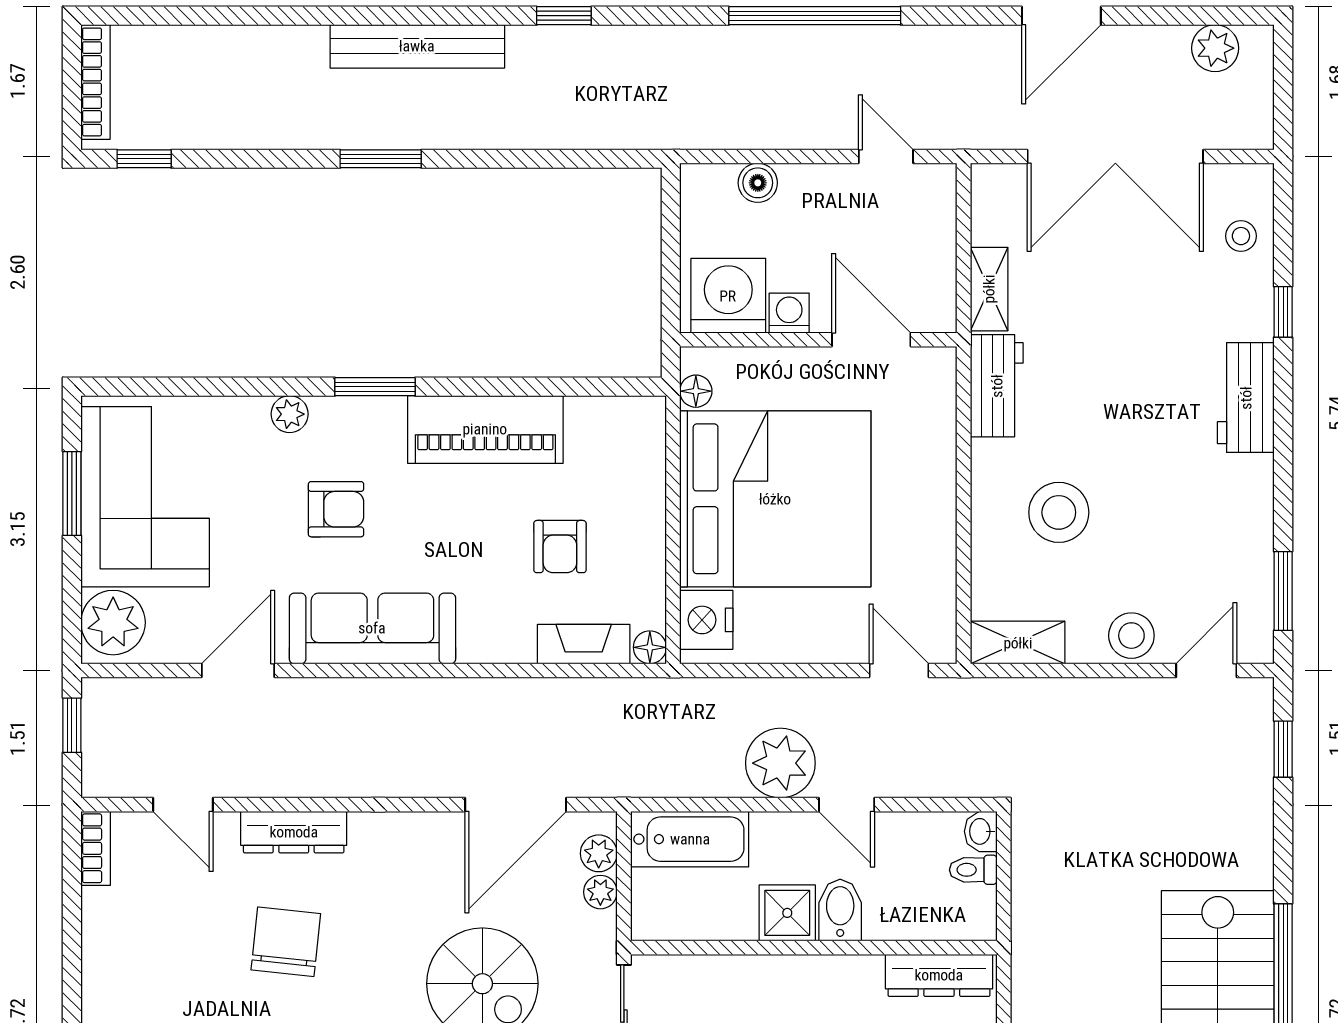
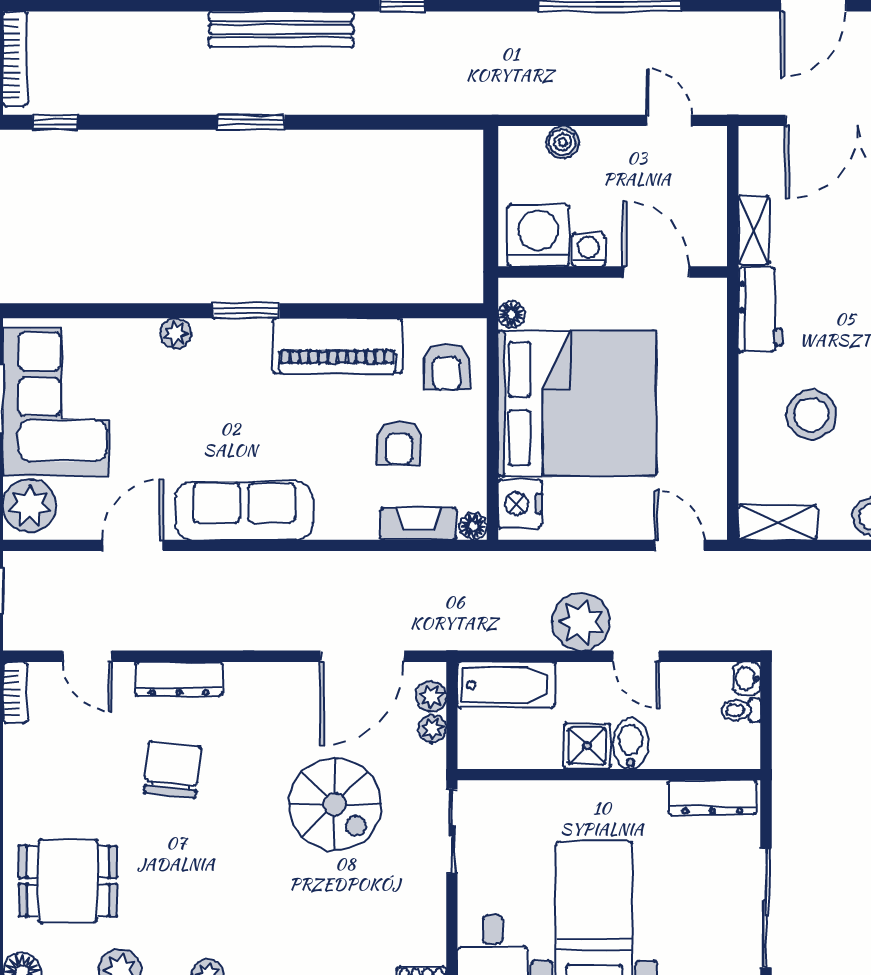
armchair: (336, 509) -> (447, 367), moved, turned 90

